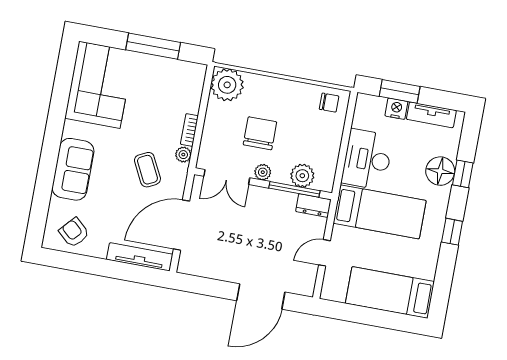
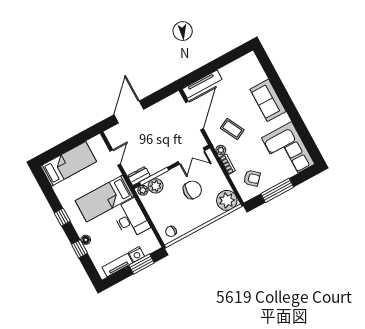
chair: (260, 133) -> (192, 190), turned -90
floor lamp: (440, 171) -> (86, 240), width x0.53, depth x0.53
plant: (263, 172) -> (143, 190), moved
double door: (227, 177) -> (191, 156), swing flipped
armchair: (74, 233) -> (252, 178), moved

